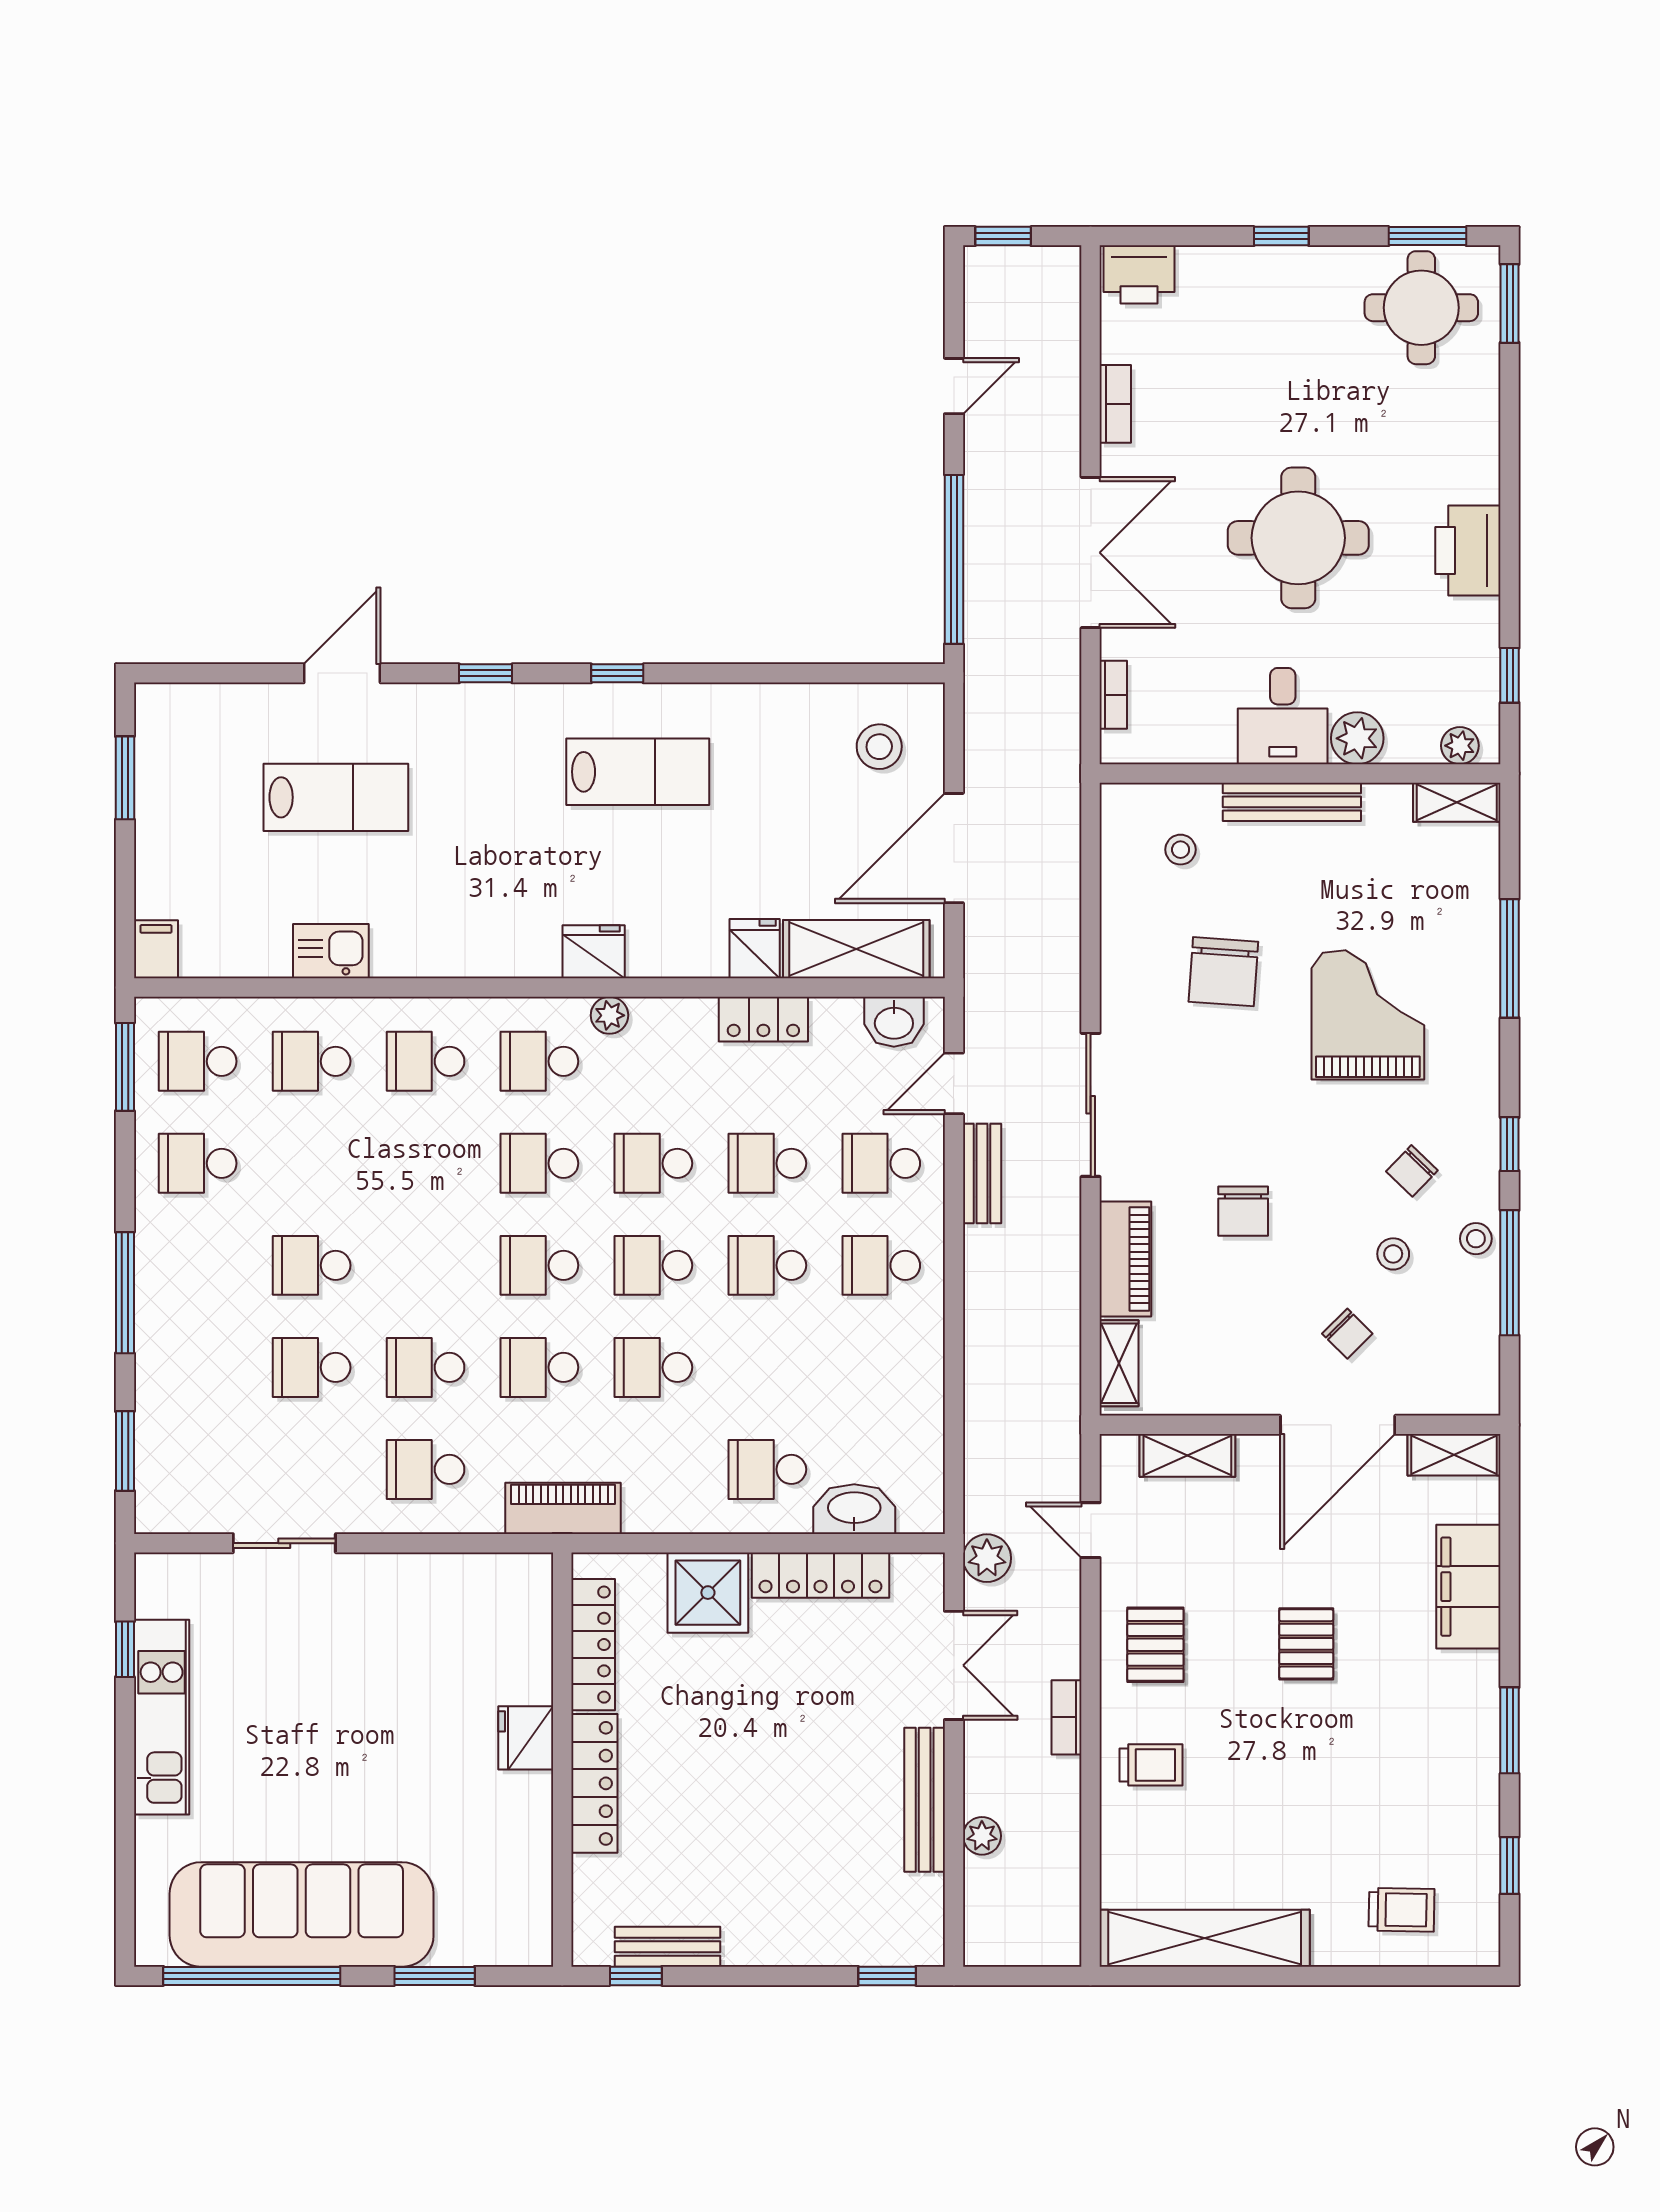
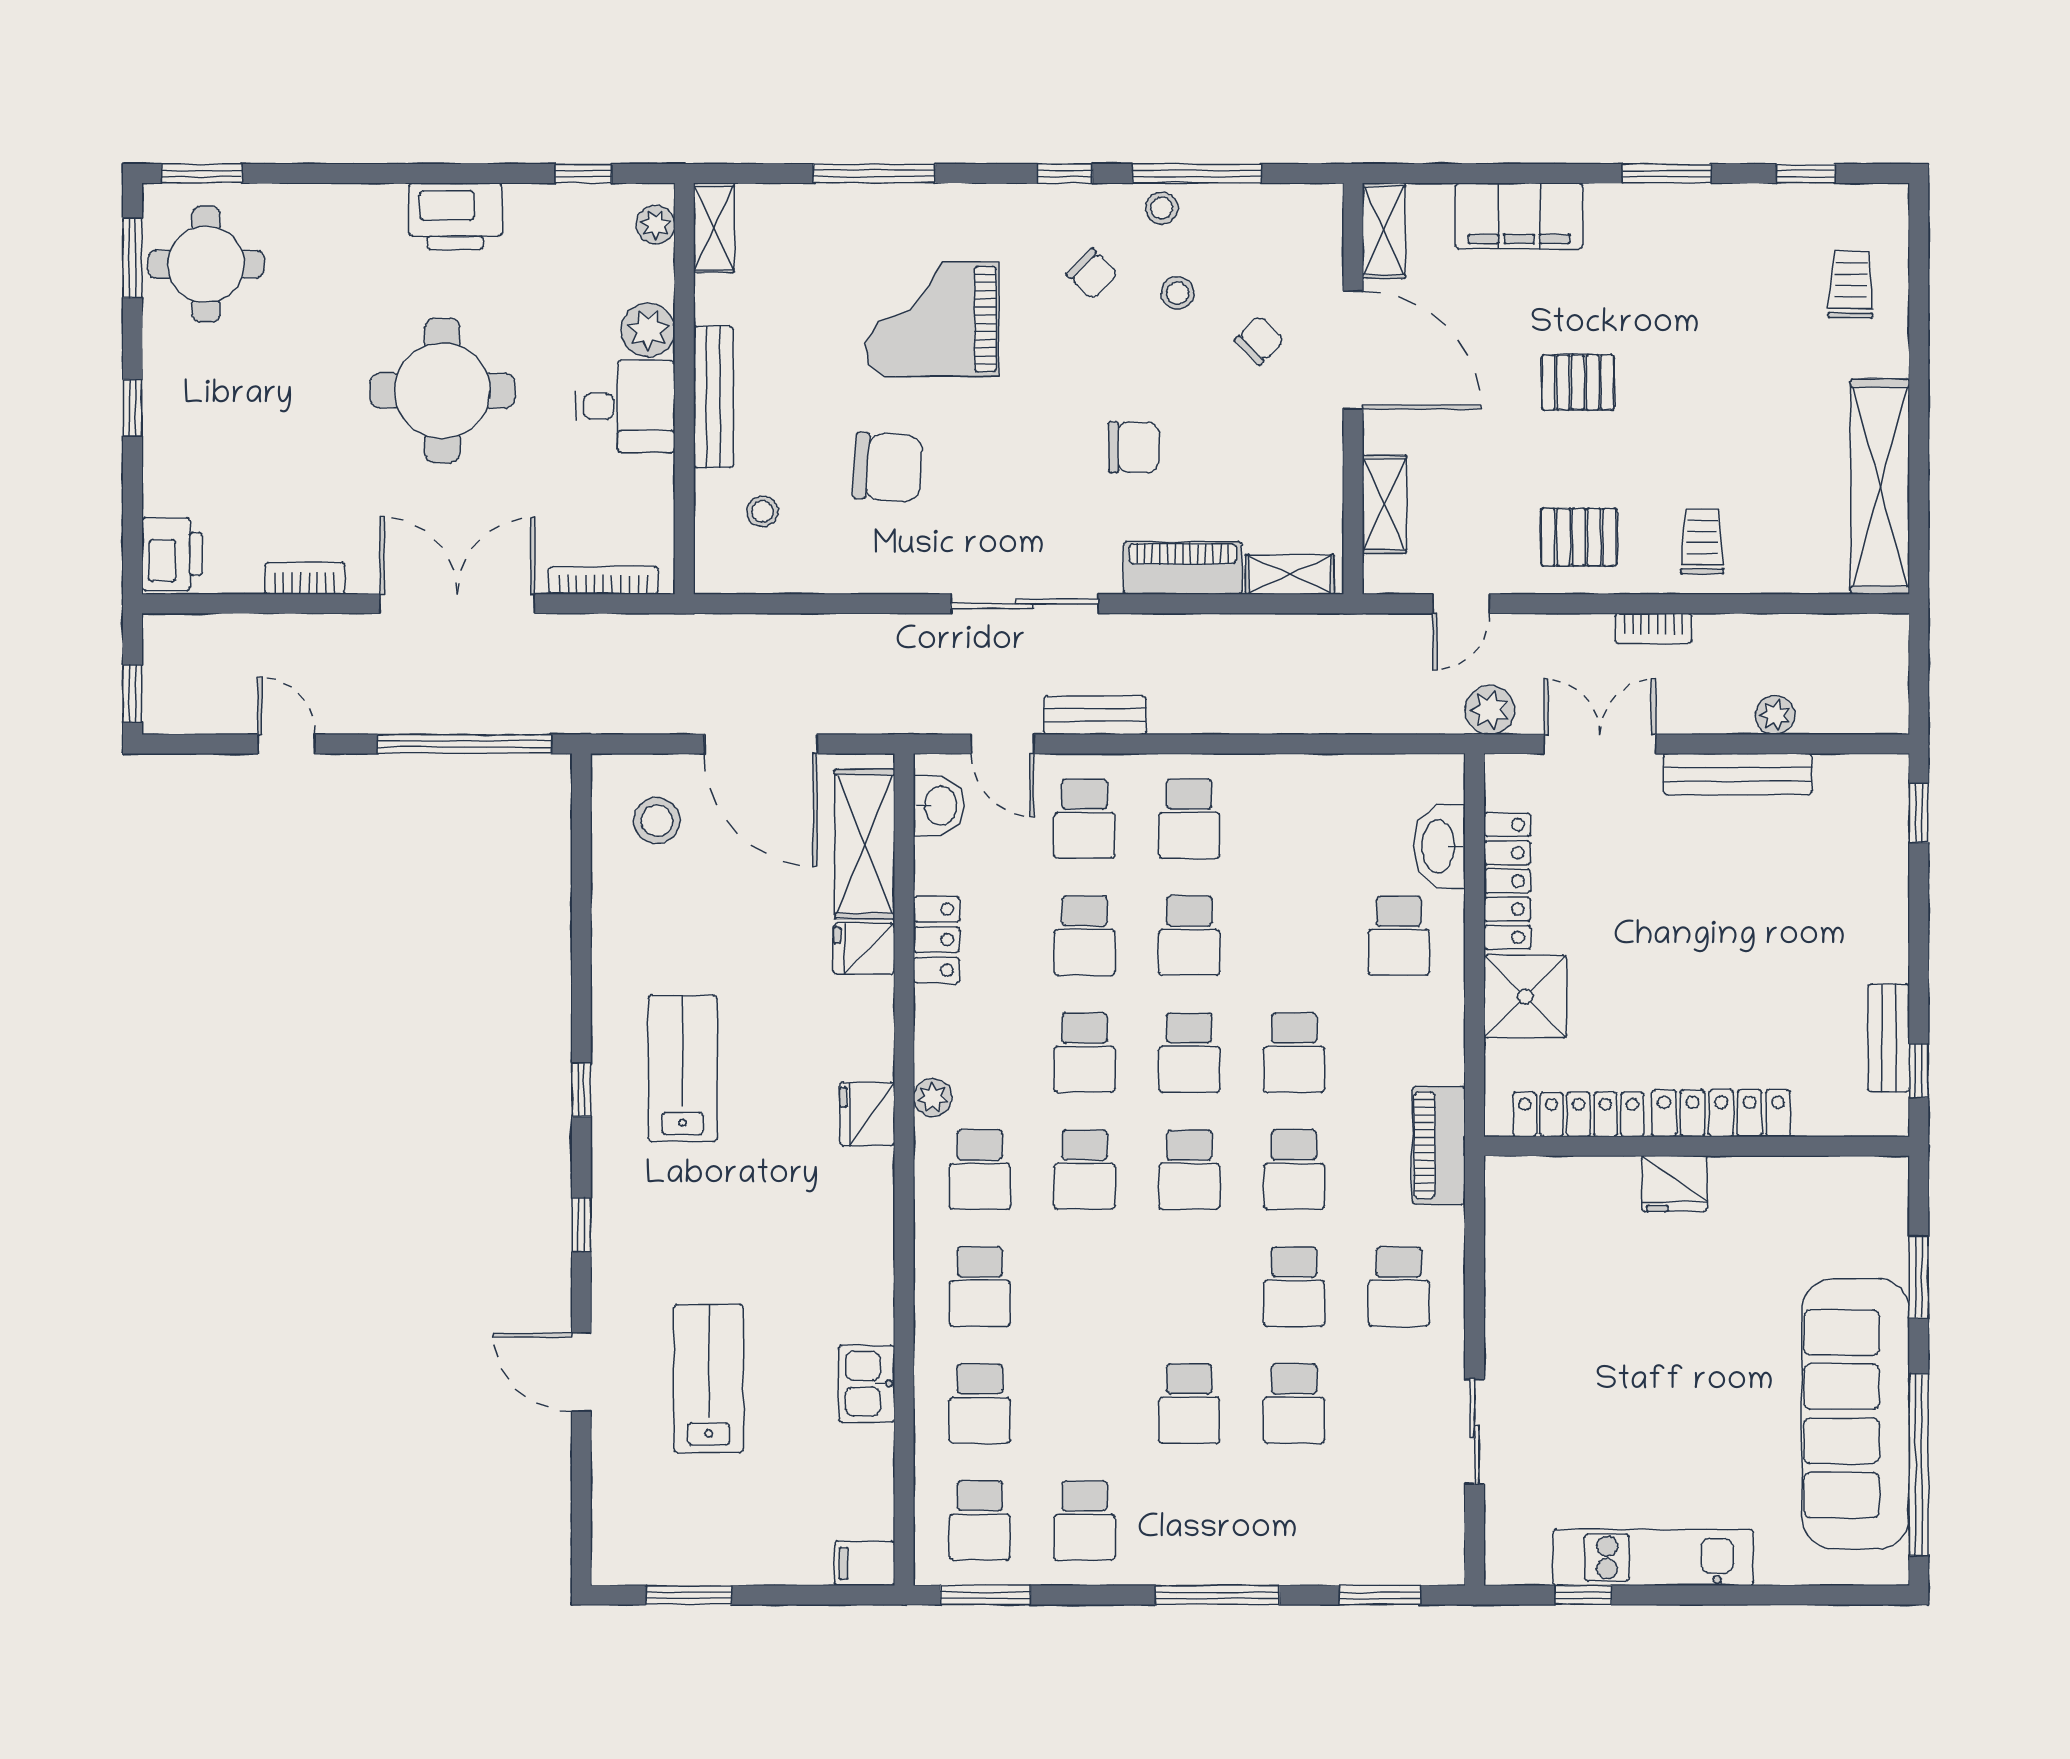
bookcase: (1113, 695) -> (603, 580), width x1.56

